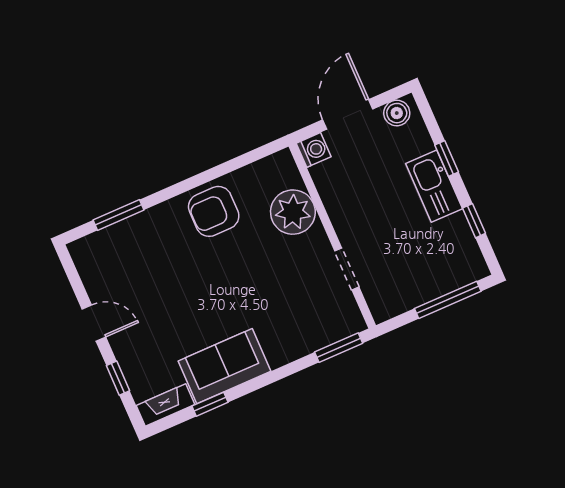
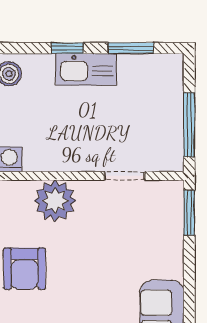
window: (474, 221) -> (131, 48), width x1.50
window: (448, 300) -> (189, 125), moved

